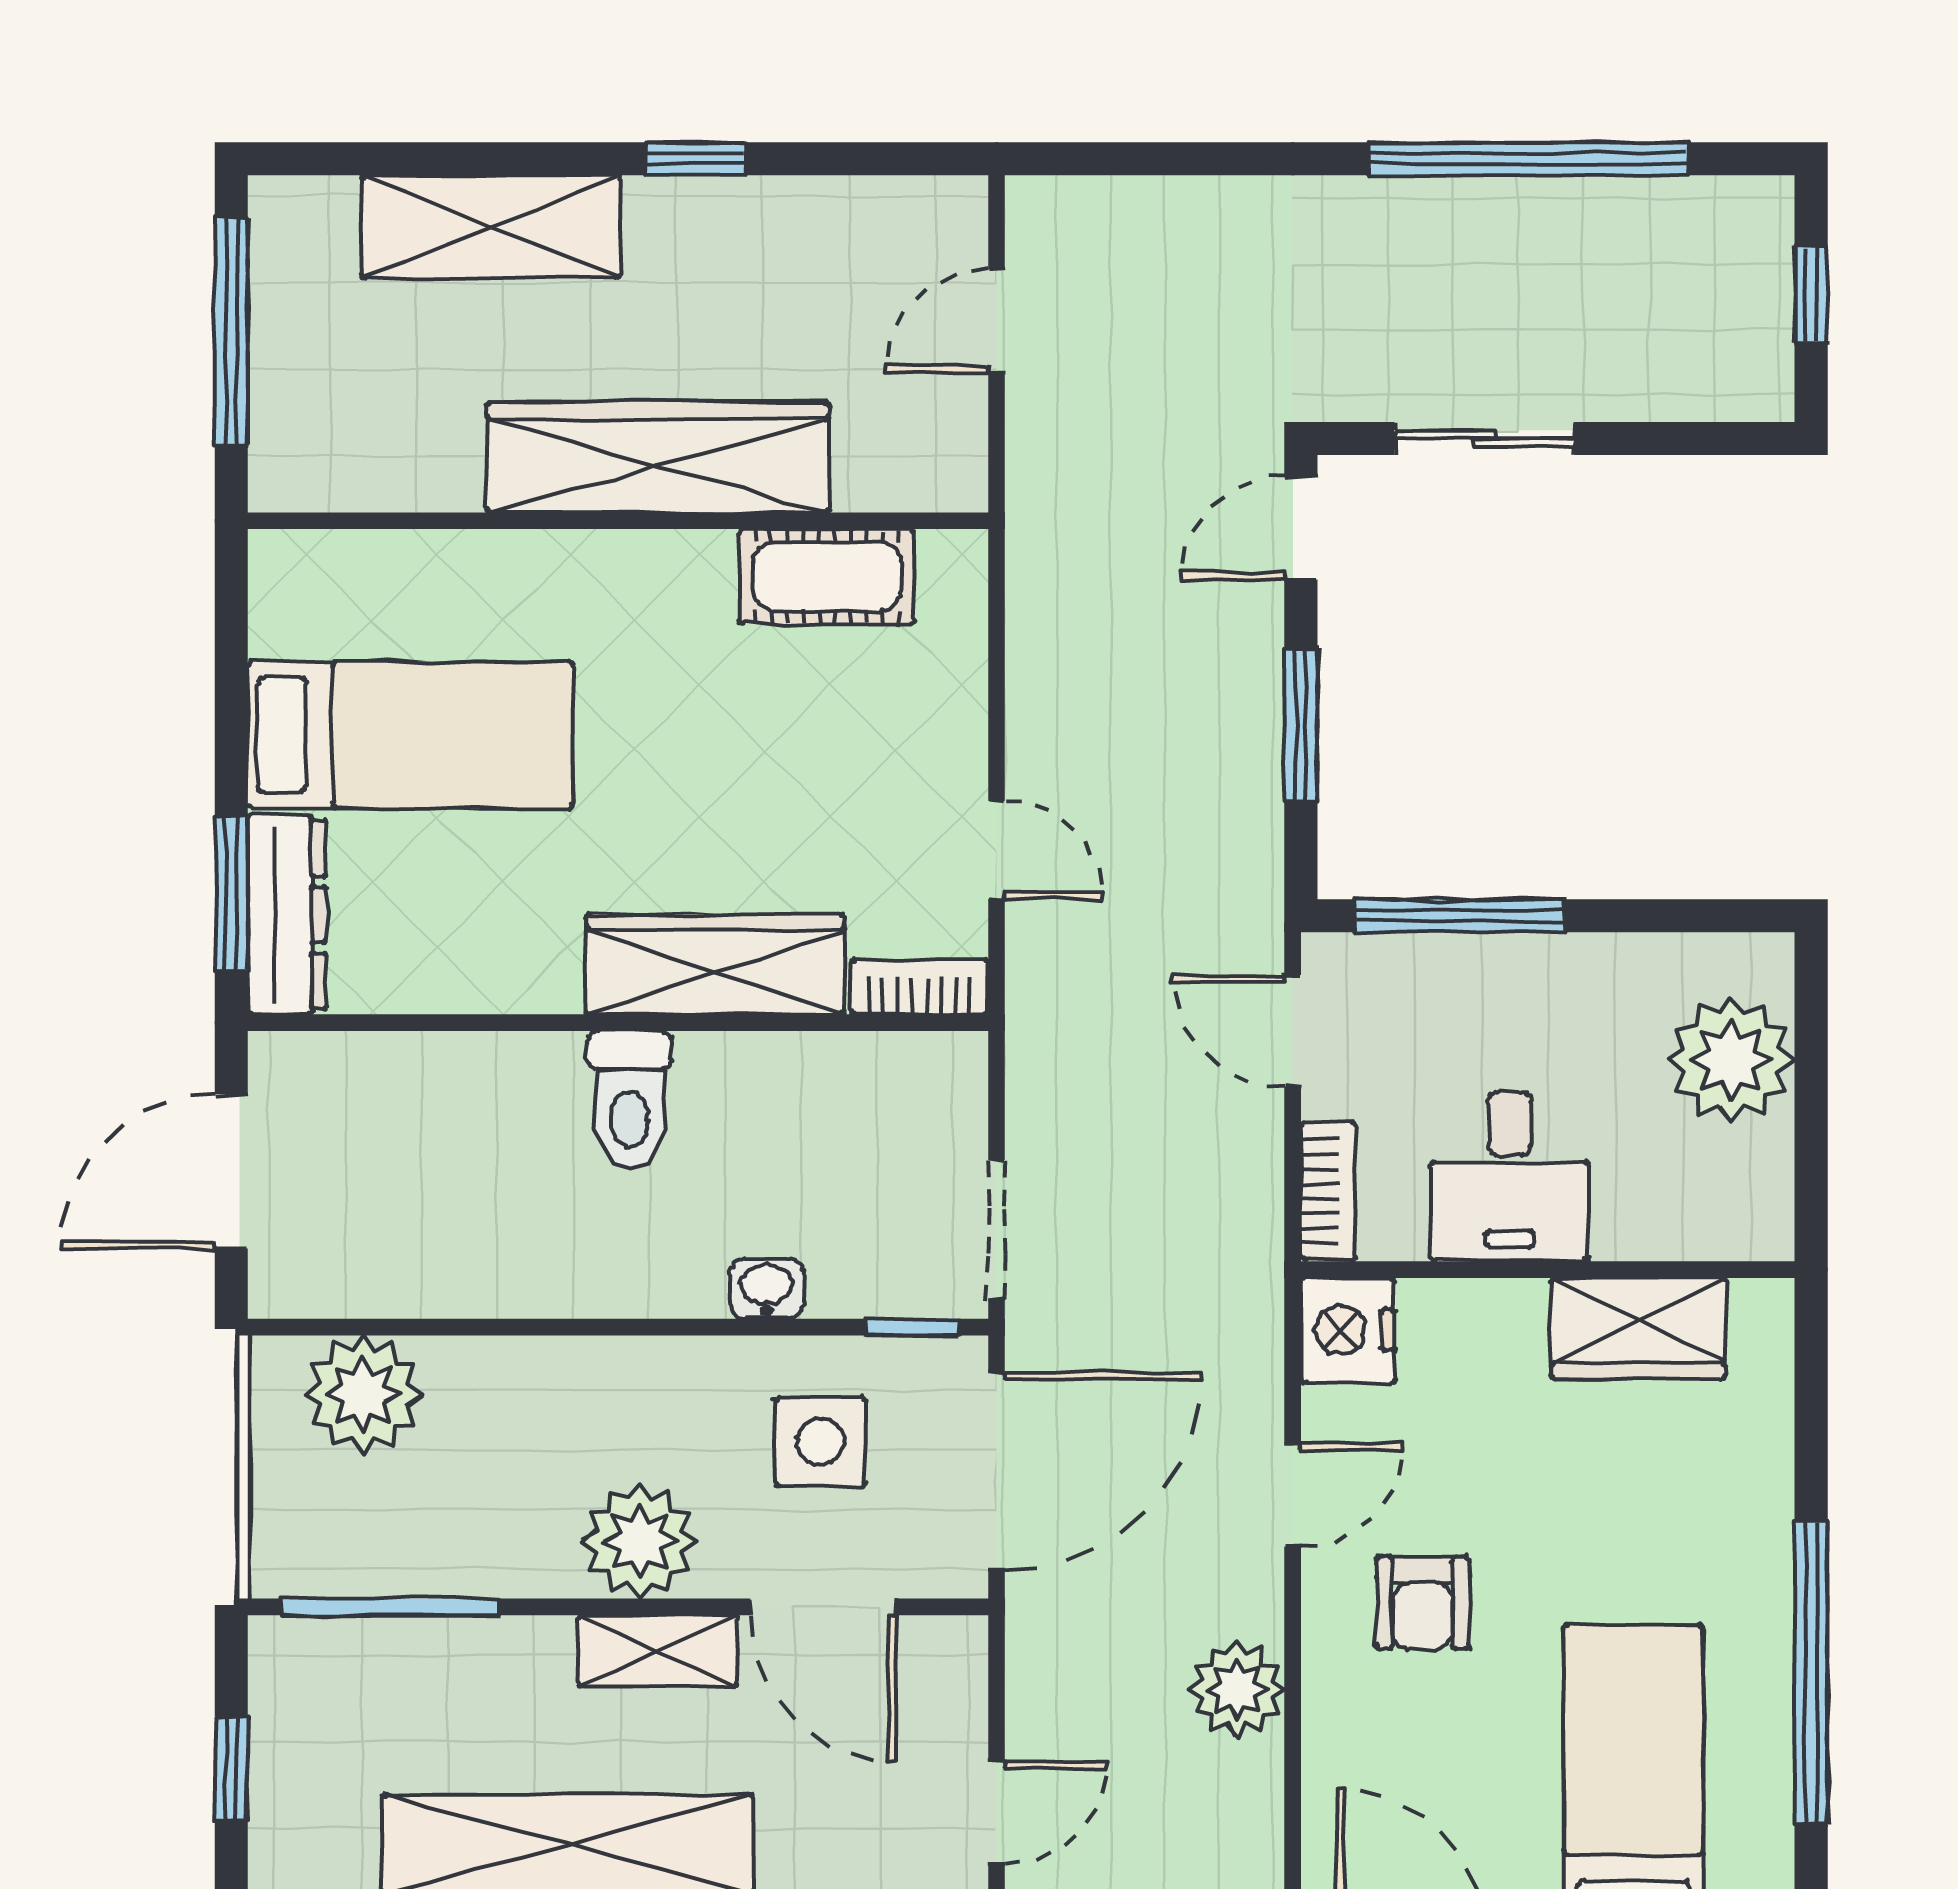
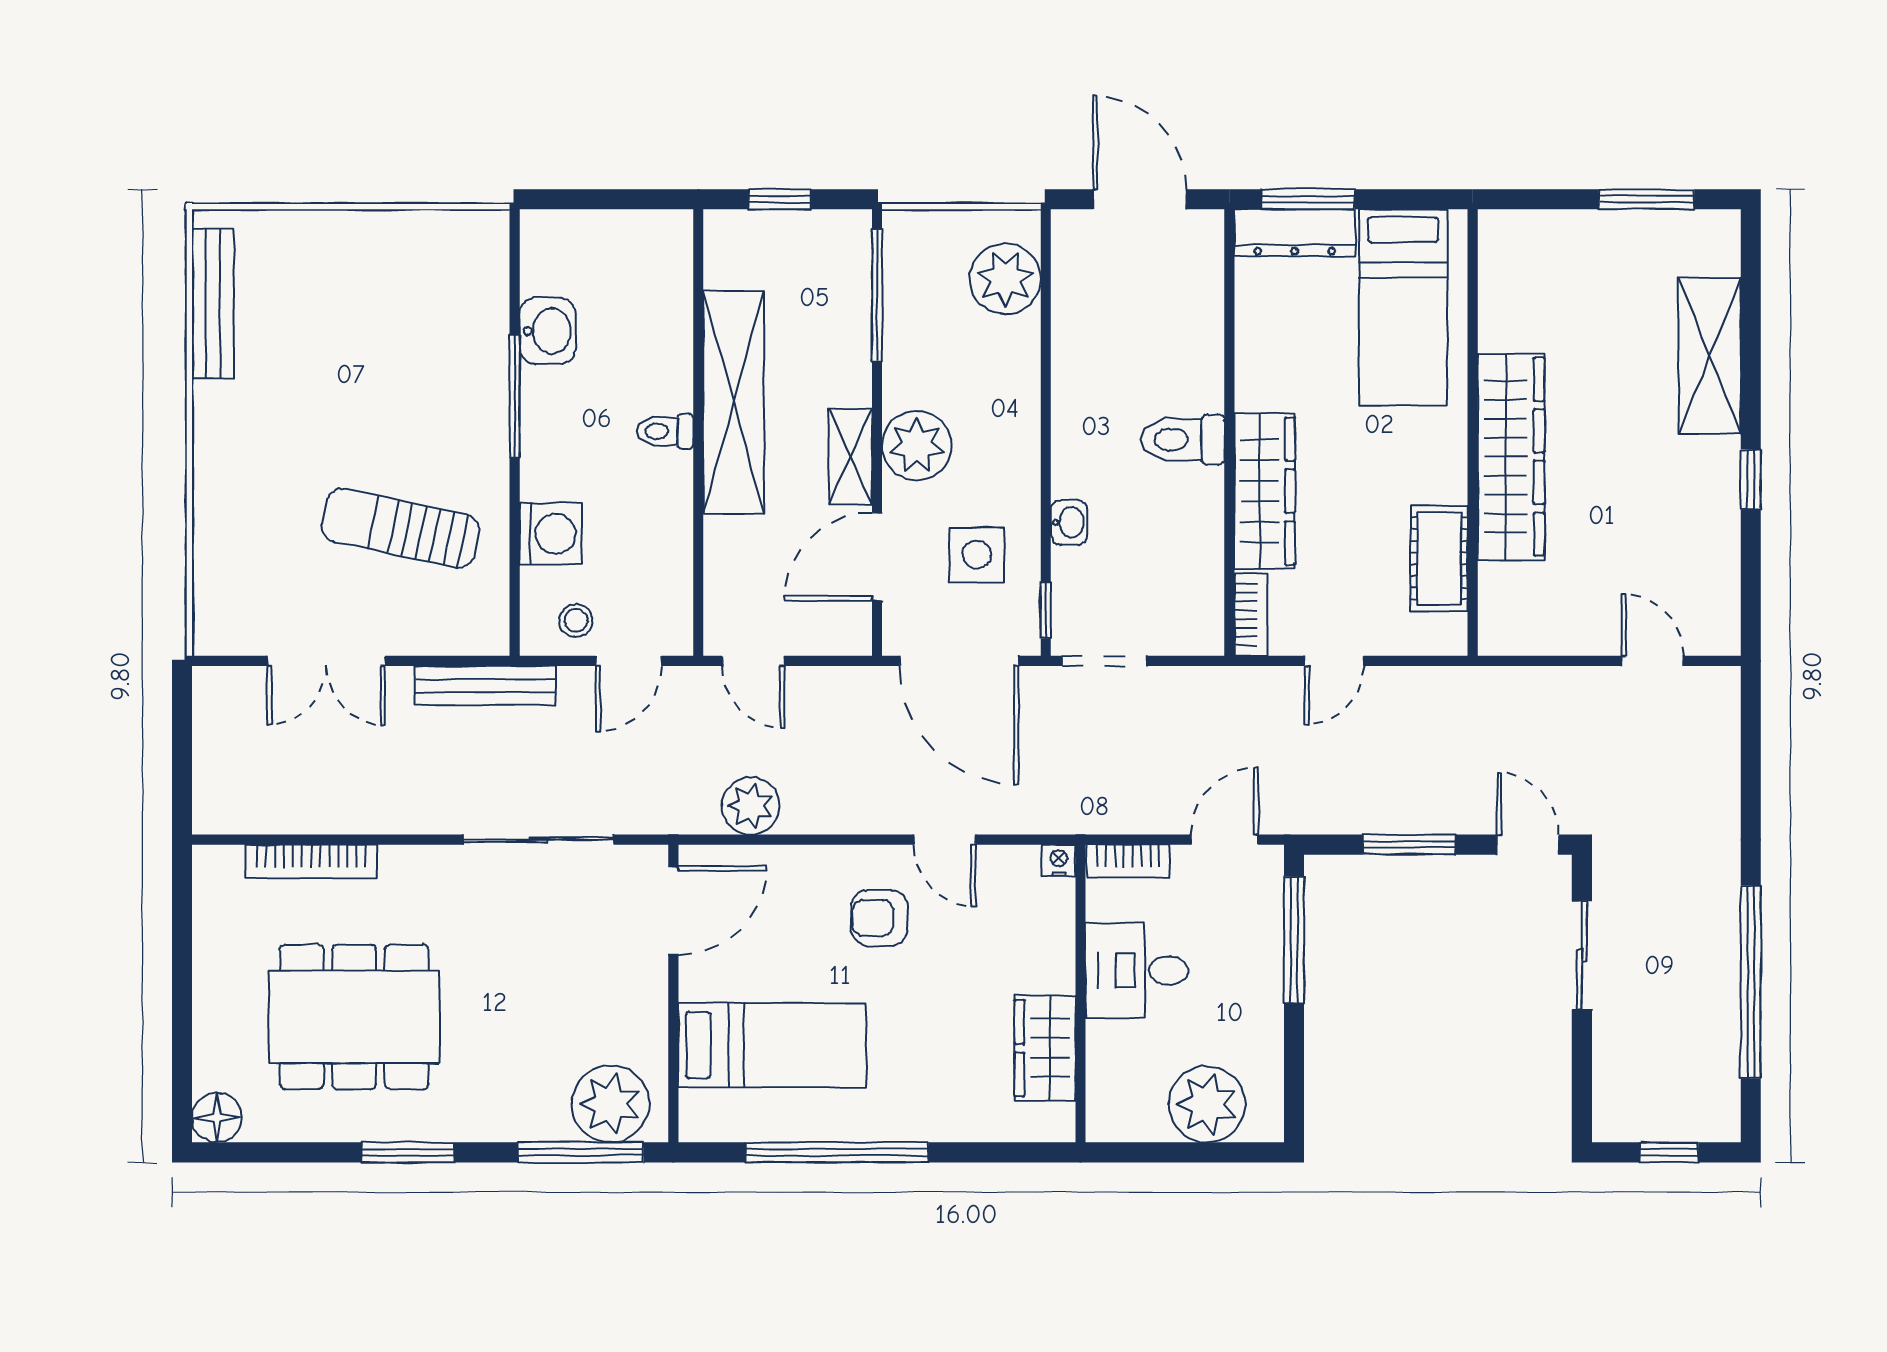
window: (231, 331) -> (1646, 199), width x0.69
wardrobe: (658, 457) -> (1511, 457), moved
wall: (618, 521) -> (1473, 433), moved
cot: (827, 577) -> (1439, 558), moved
nightstand: (1348, 1330) -> (1059, 860), width x0.53, depth x0.56
plant: (1237, 1689) -> (751, 806), moved

